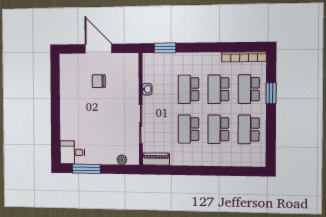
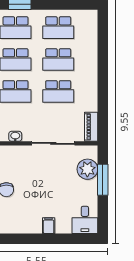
filing cabinet: (67, 120) -> (49, 226), added
plant: (122, 160) -> (87, 169), width x1.88, depth x1.88
window: (86, 169) -> (103, 180), moved

